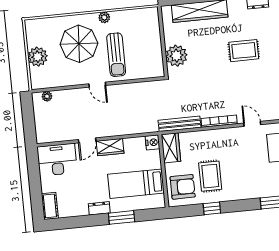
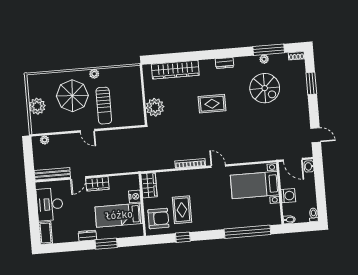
bench: (180, 124) -> (52, 174), moved
nightstand: (153, 142) -> (135, 196), moved
desk: (57, 160) -> (50, 204), moved, turned -90

